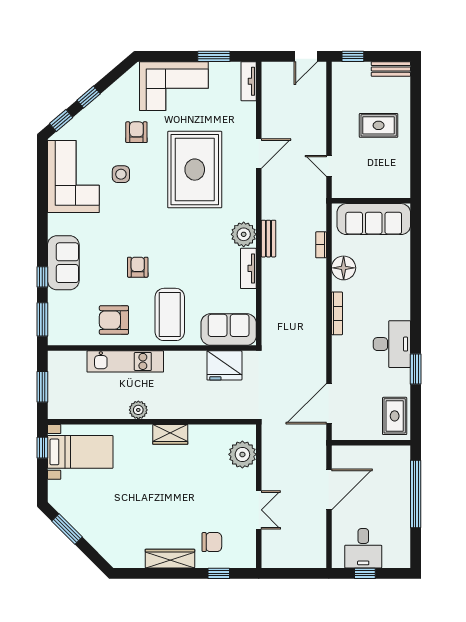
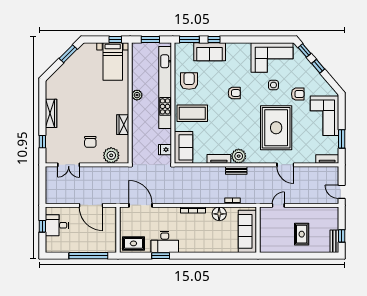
window: (353, 56) -> (342, 236), moved
rug: (195, 170) -> (276, 128), turned 90
sofa: (63, 263) -> (210, 52), moved
armchair: (138, 267) -> (234, 93), moved
desk: (392, 344) -> (165, 242), moved
kitchen unit: (125, 361) -> (165, 88), width x1.86
fridge: (224, 365) -> (165, 150), width x0.53, depth x0.75
wardrobe: (170, 434) -> (123, 125), moved
double door: (259, 510) -> (69, 165), moved
chair: (212, 542) -> (90, 142), moved

